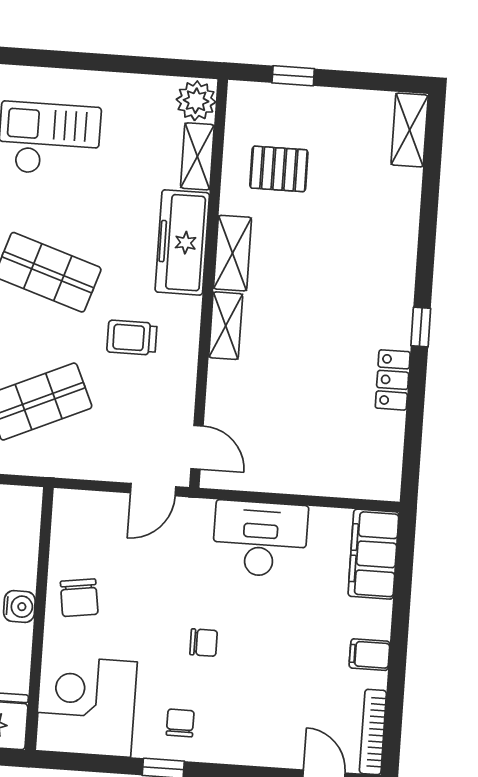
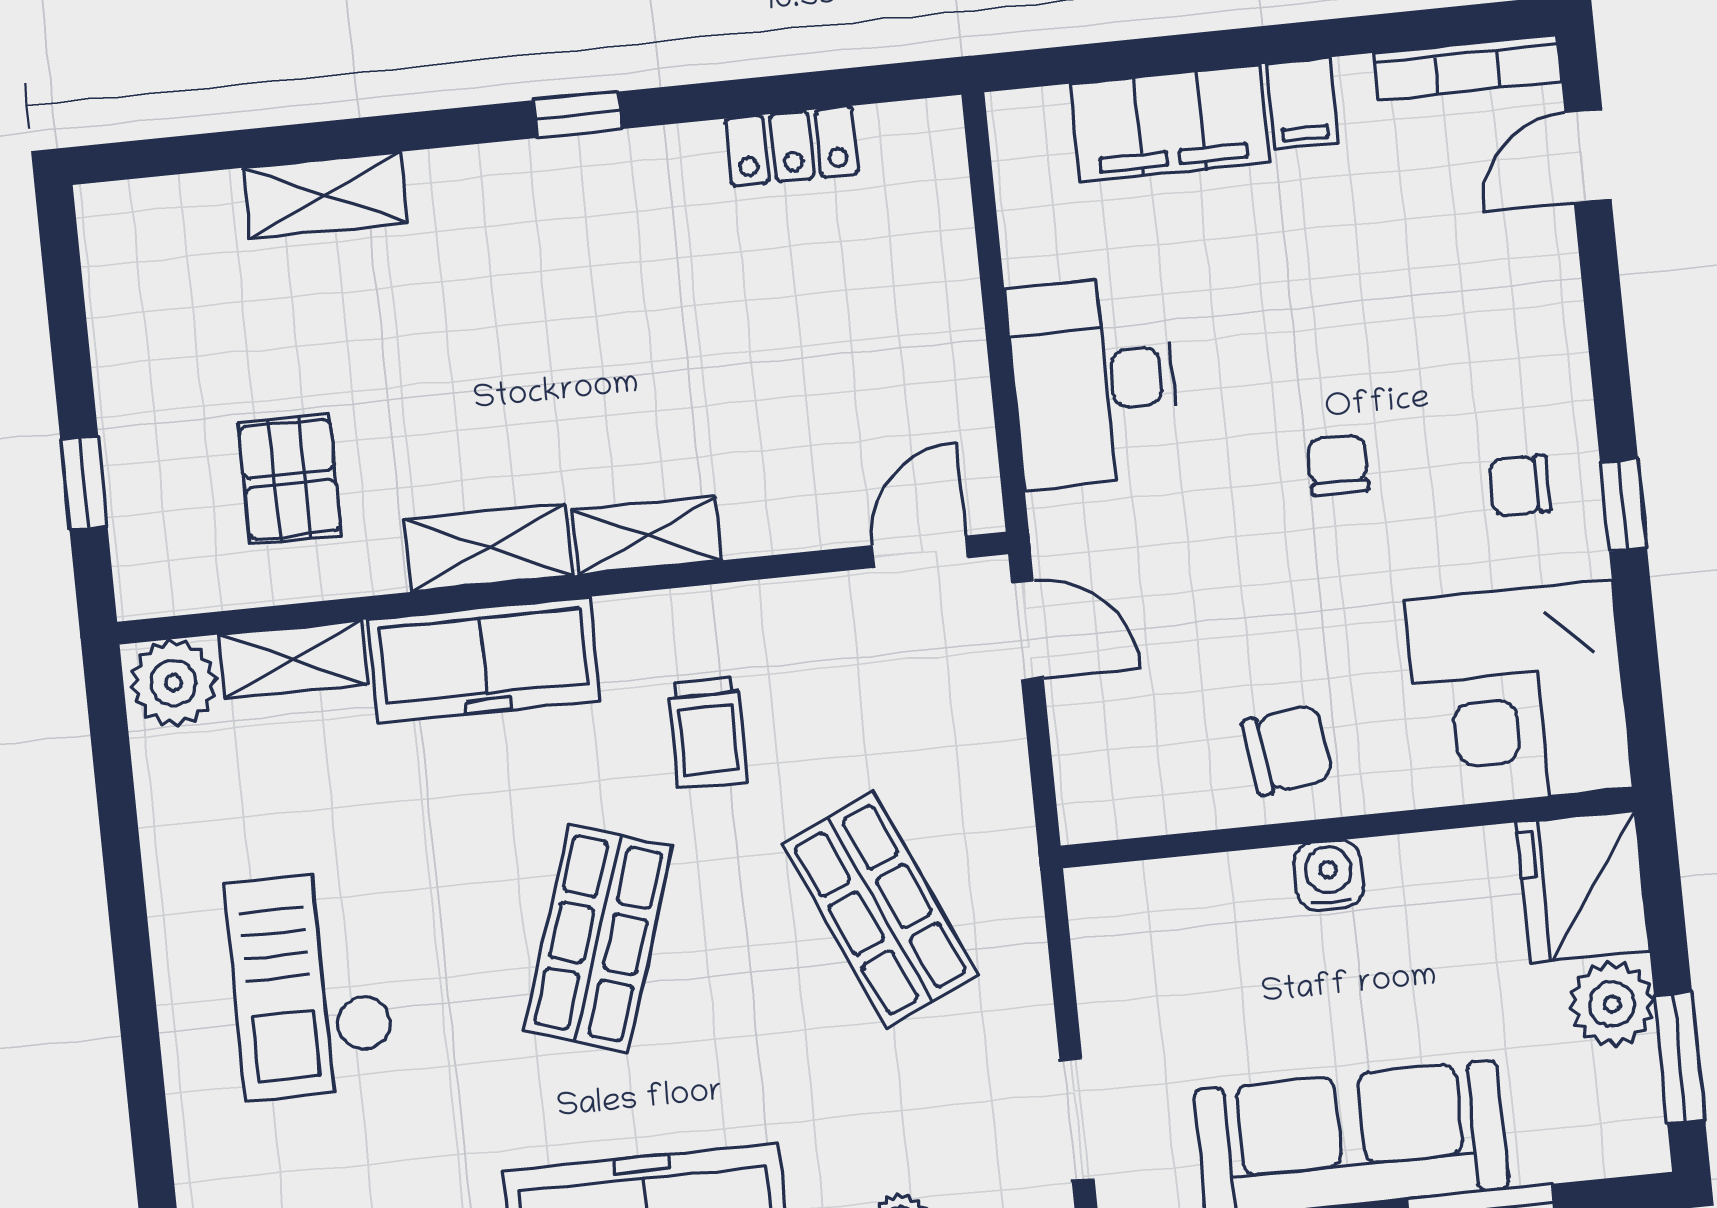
shelving: (410, 130) -> (325, 195), moved
locker: (393, 380) -> (792, 146), moved
filing cabinet: (373, 554) -> (1170, 123), moved

